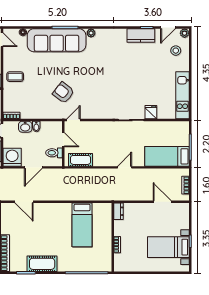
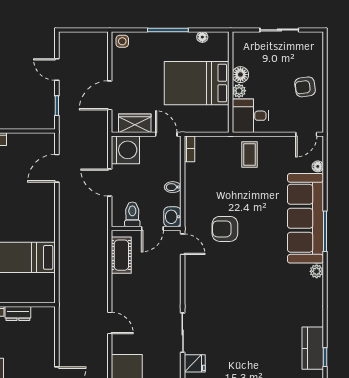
armchair: (63, 93) -> (225, 229), turned -128
washbasin: (25, 127) -> (172, 217), moved
dresser: (118, 211) -> (18, 314), moved

